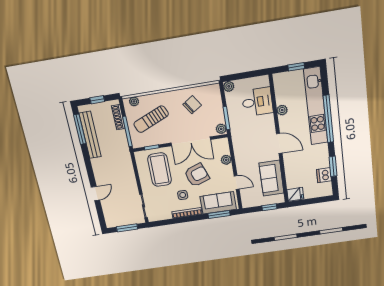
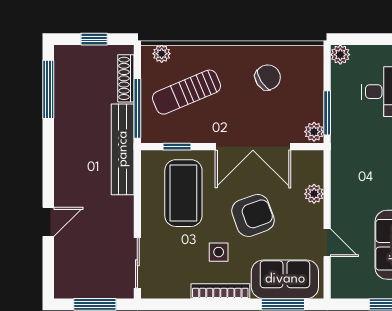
bench: (90, 135) -> (123, 149), moved

